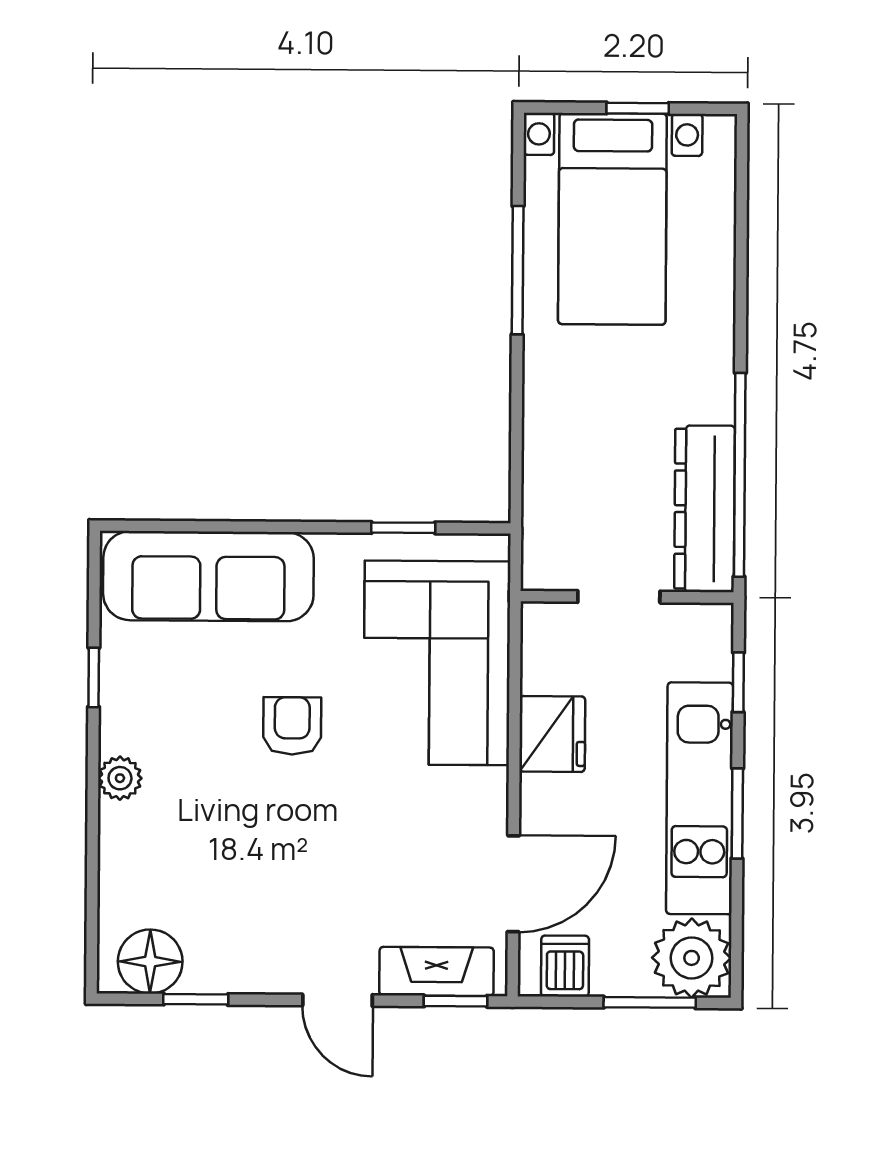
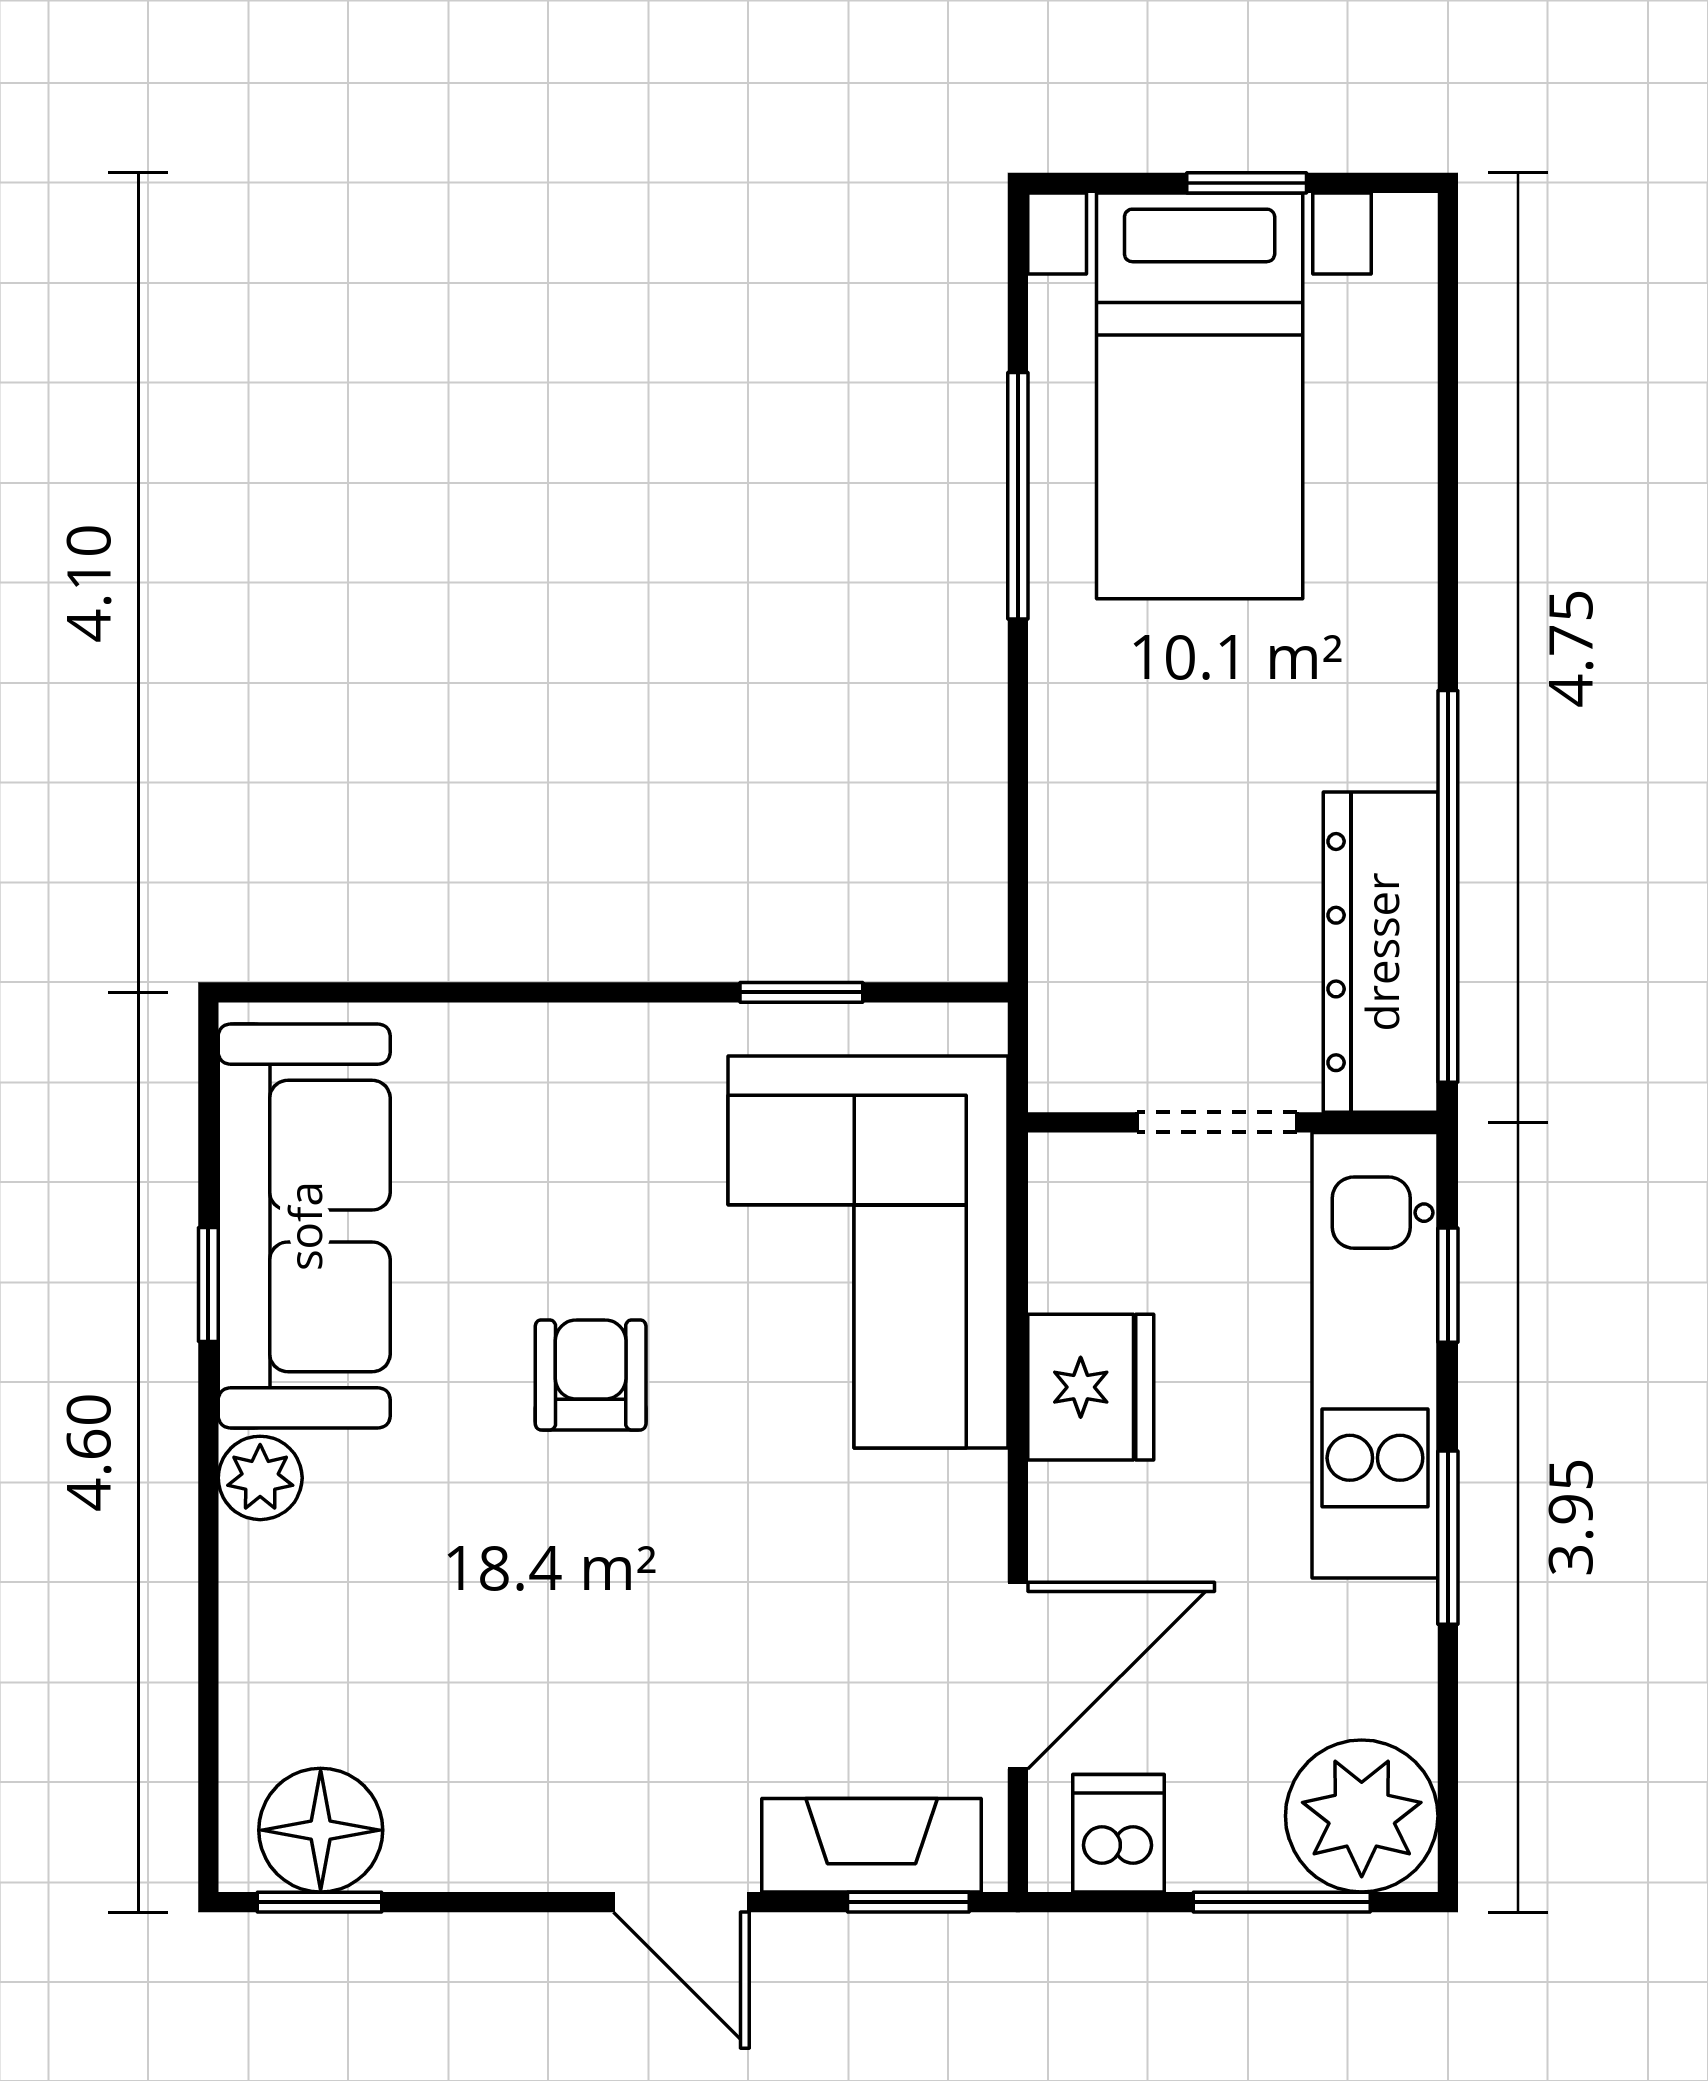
sofa: (208, 576) -> (304, 1226), moved, turned -90
kitchen unit: (700, 798) -> (1375, 1355), moved
window: (196, 999) -> (319, 1902), moved

